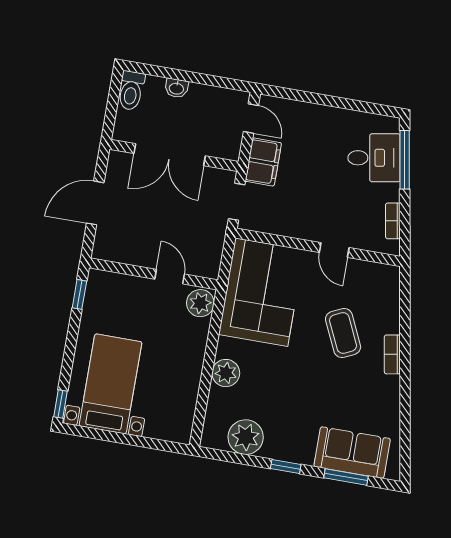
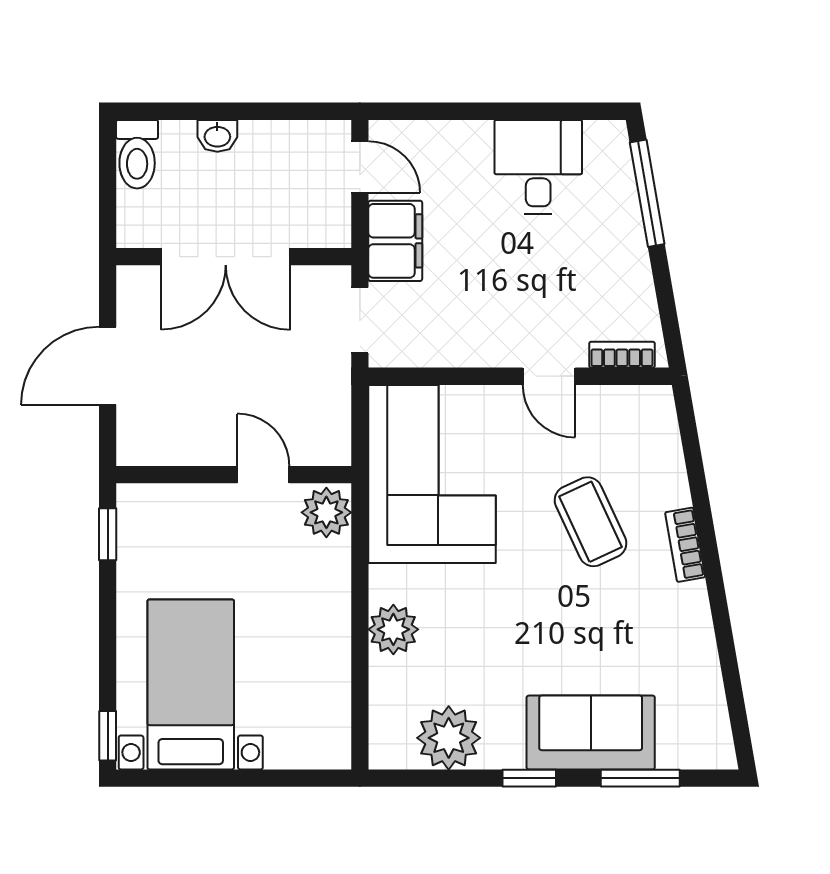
desk: (374, 158) -> (538, 167), moved, turned -80
bookcase: (393, 221) -> (622, 355), moved, turned 100
sofa: (352, 453) -> (591, 733), moved

